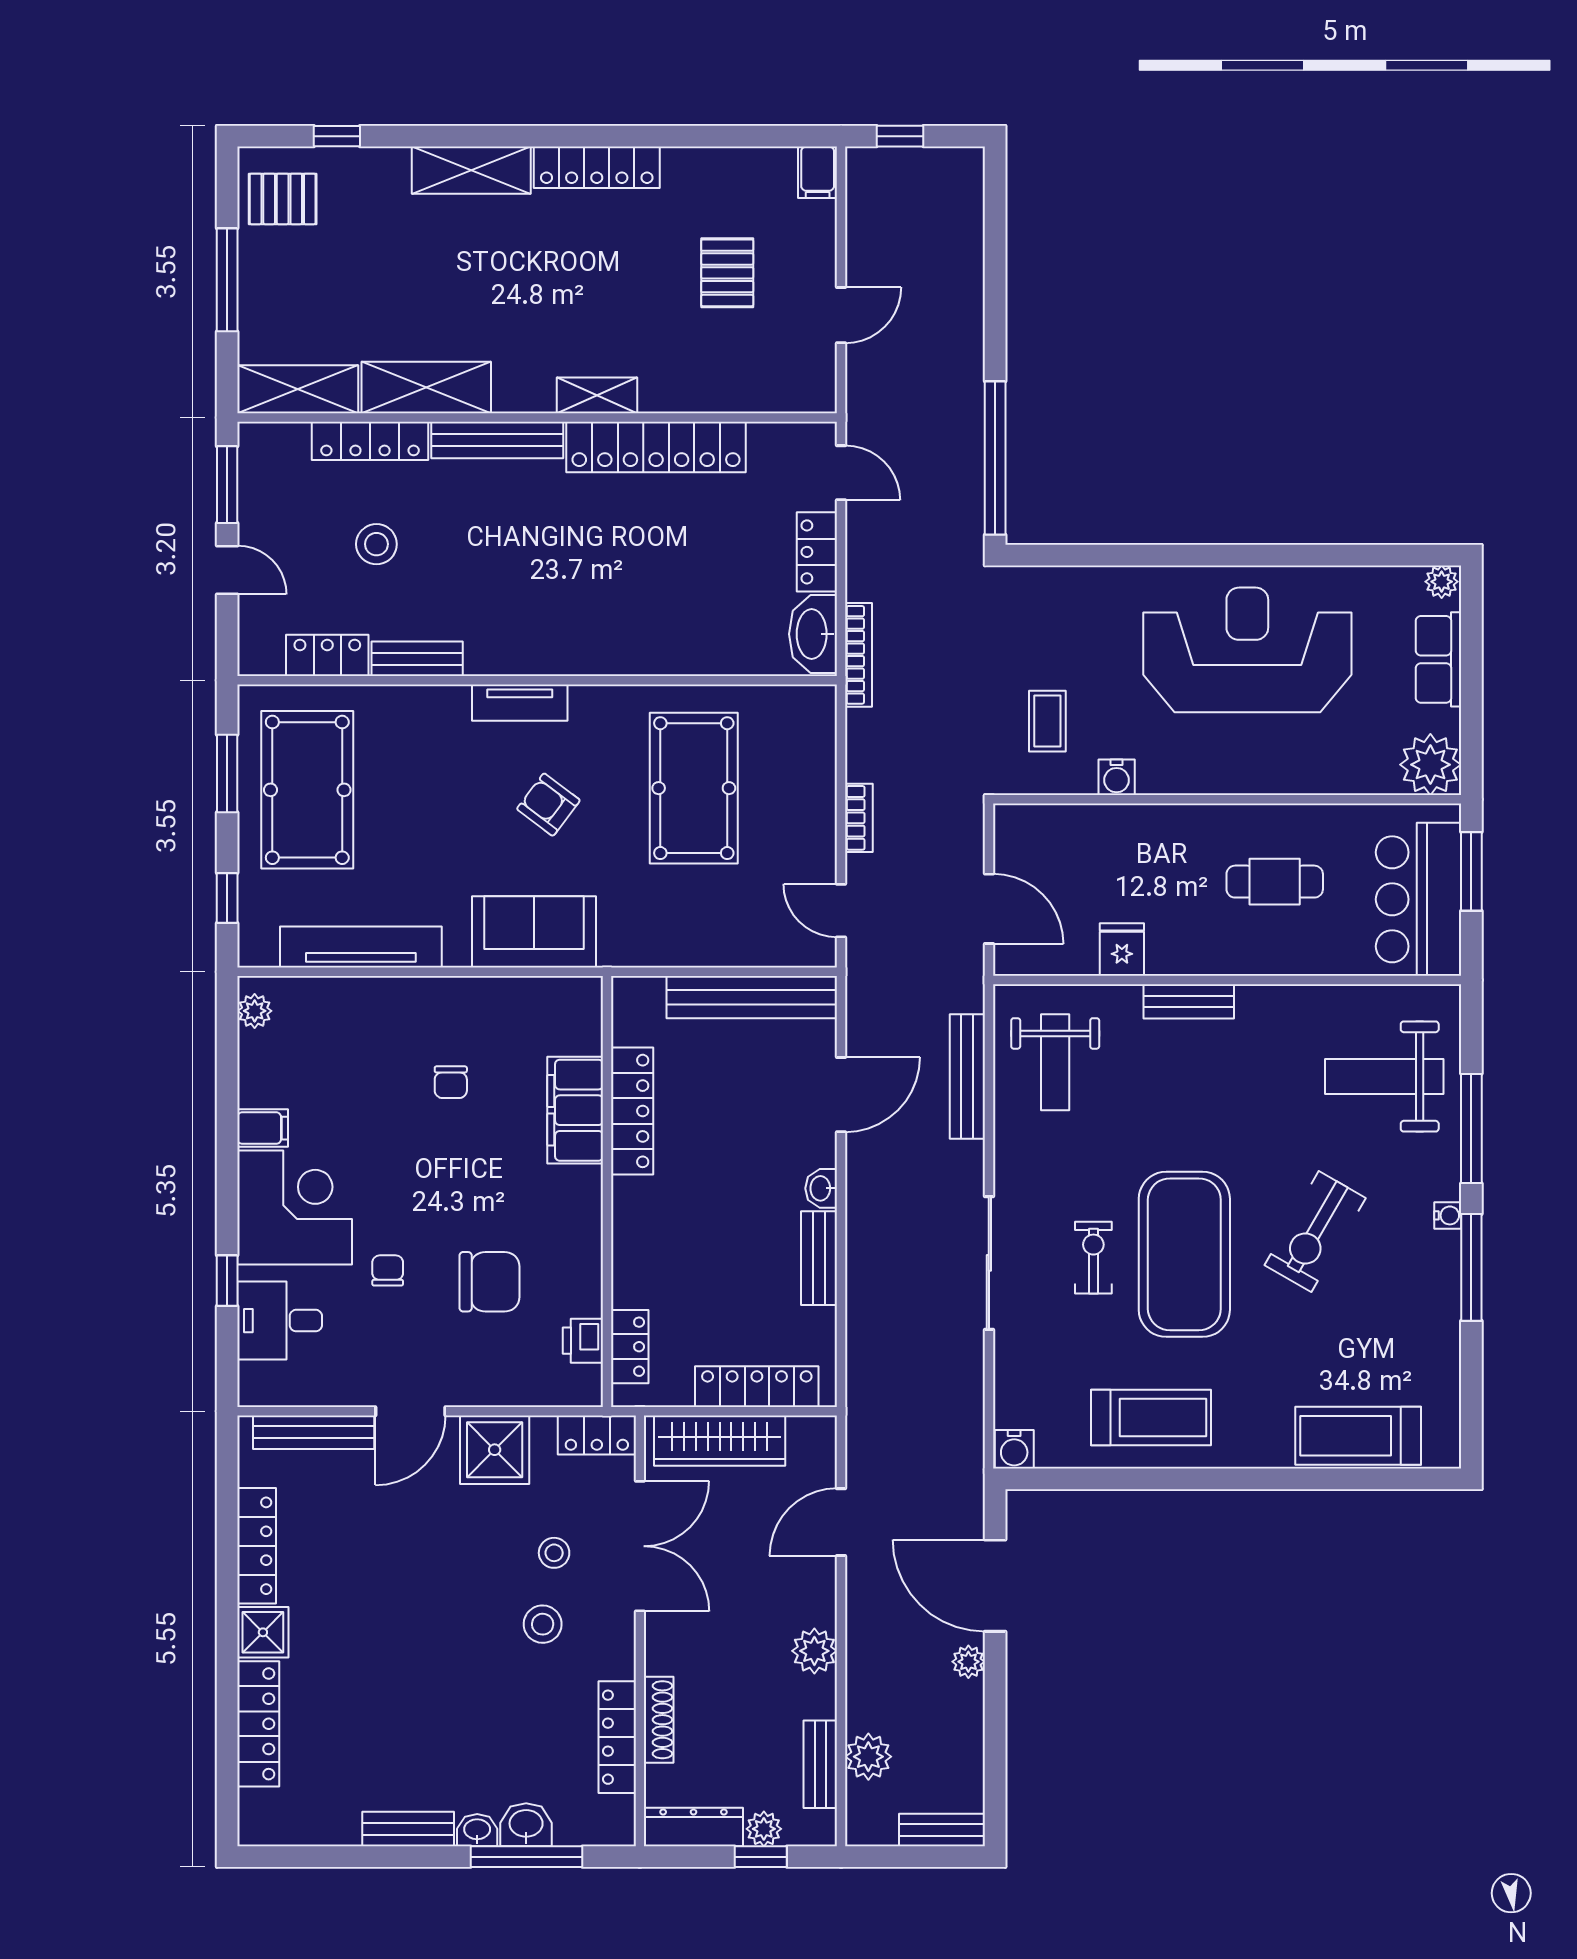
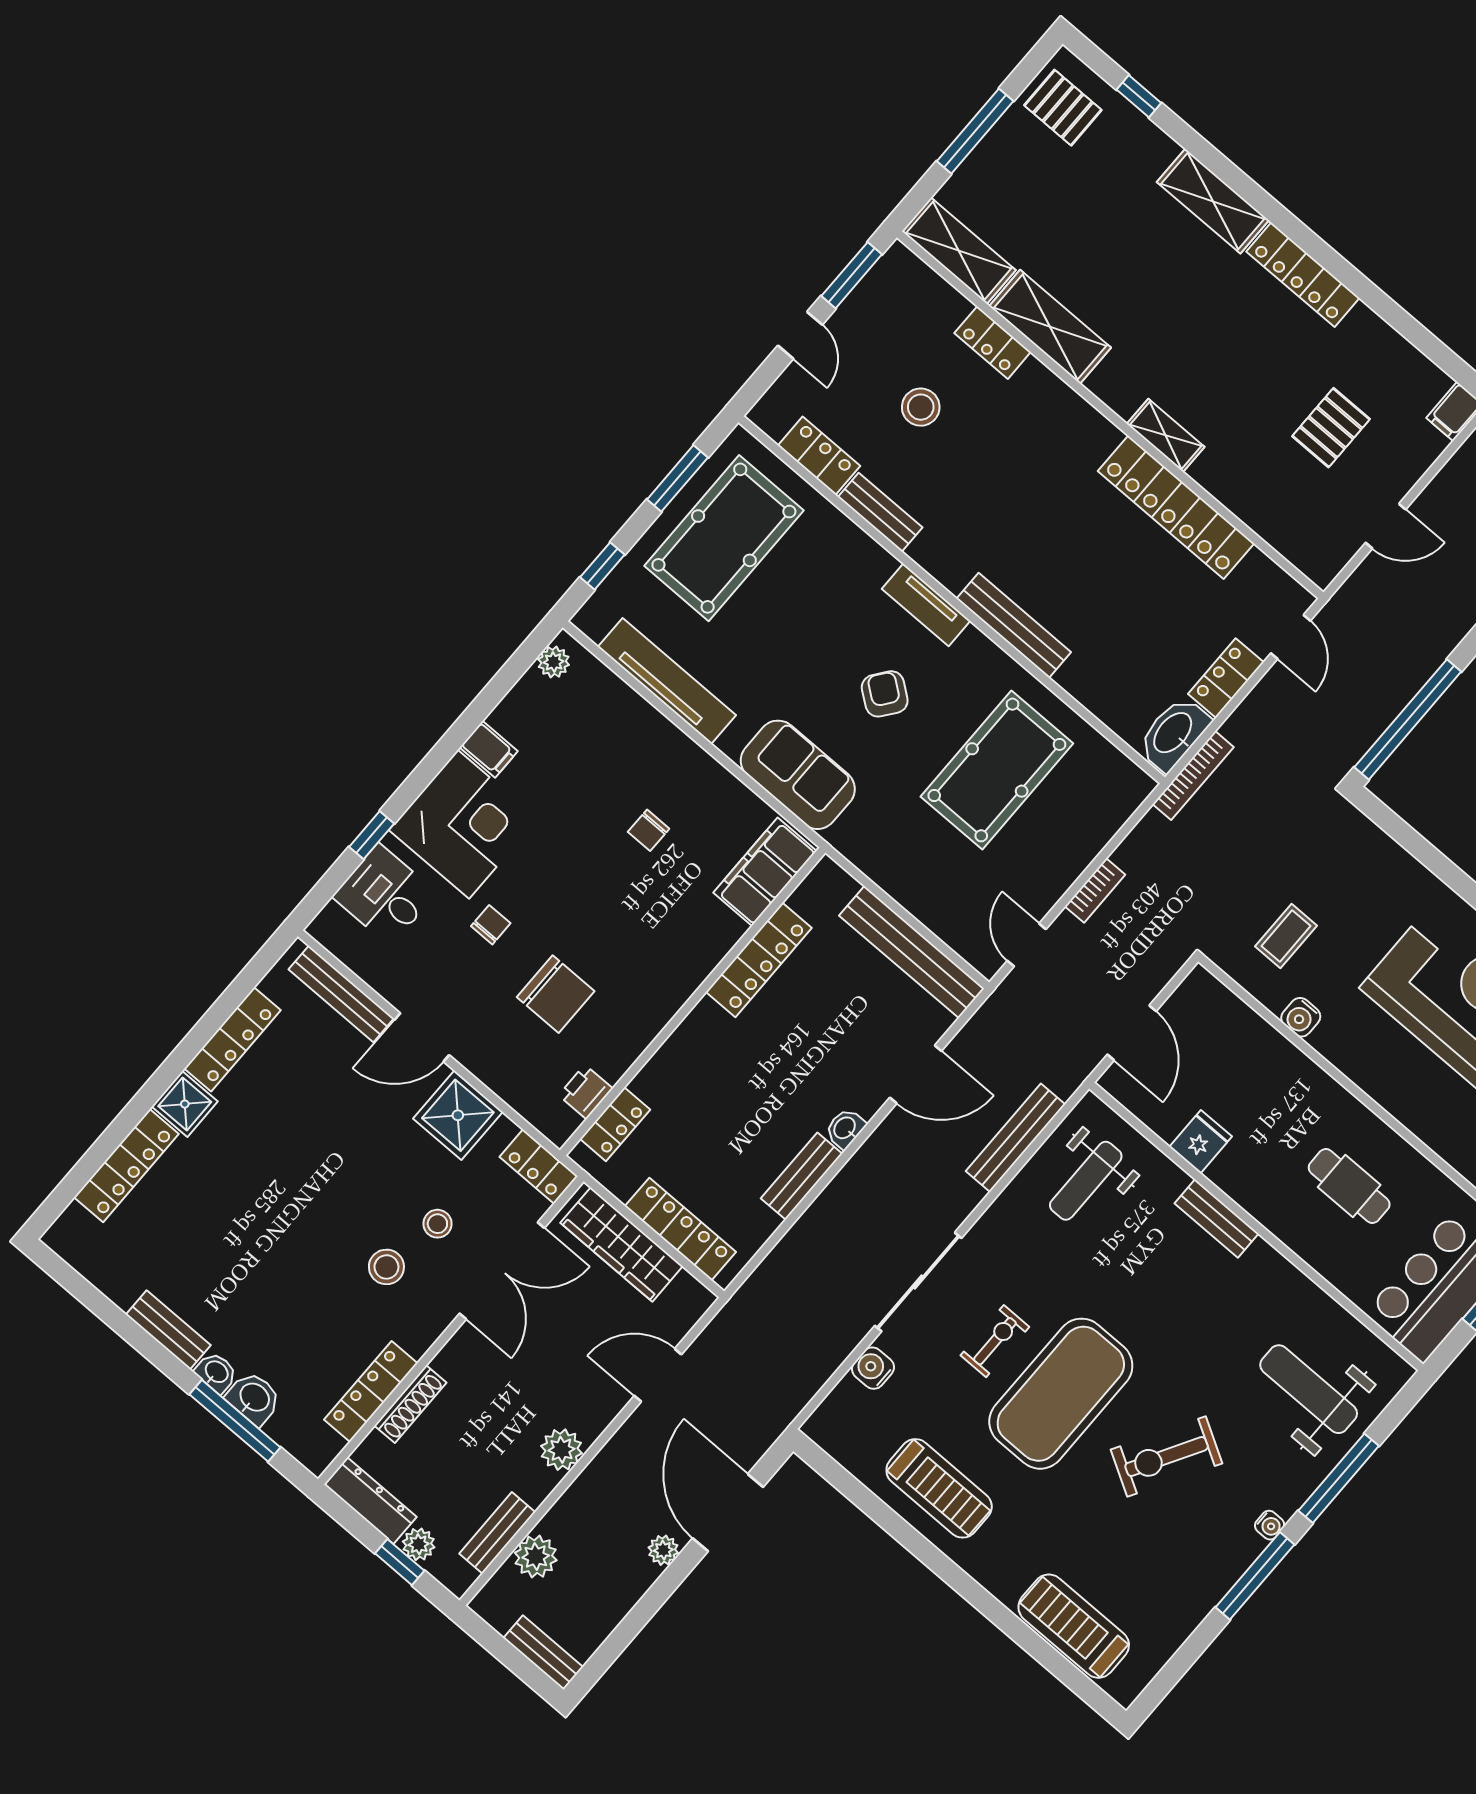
bench: (497, 440) -> (1014, 625), moved
locker: (370, 441) -> (993, 343), width x0.66
filing cabinet: (575, 1110) -> (765, 872), moved
water cooler: (1014, 1449) -> (873, 1368), moved, turned 90

